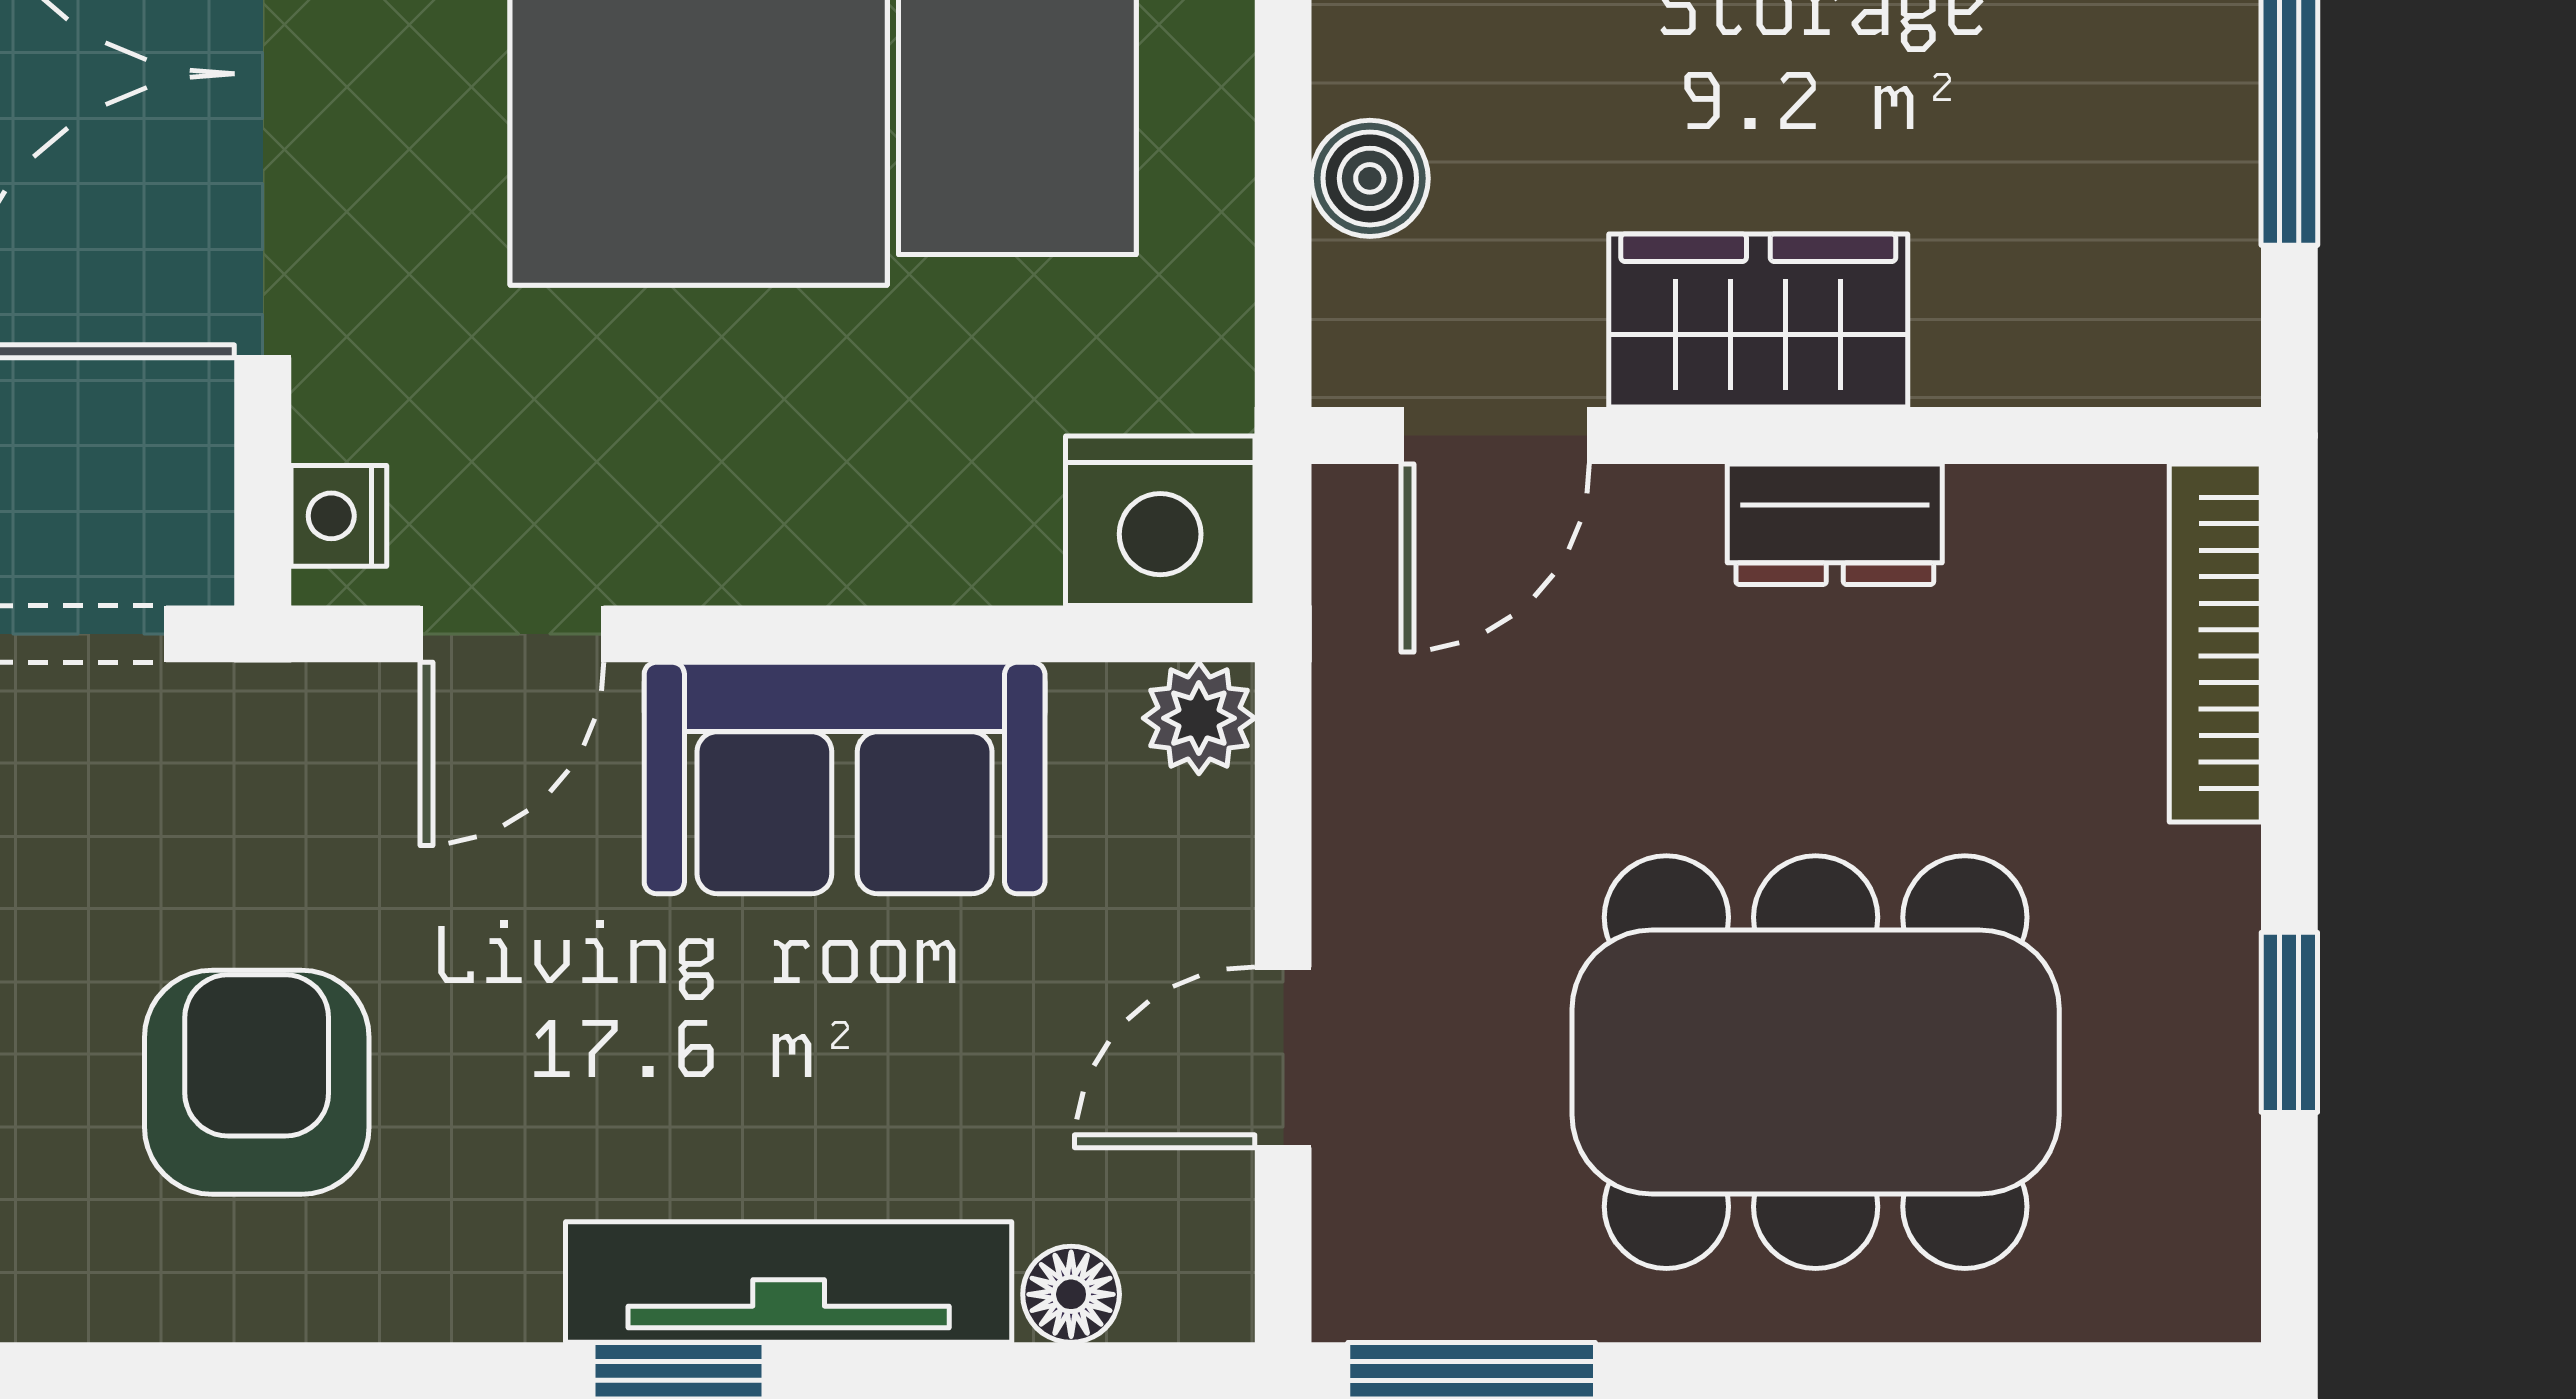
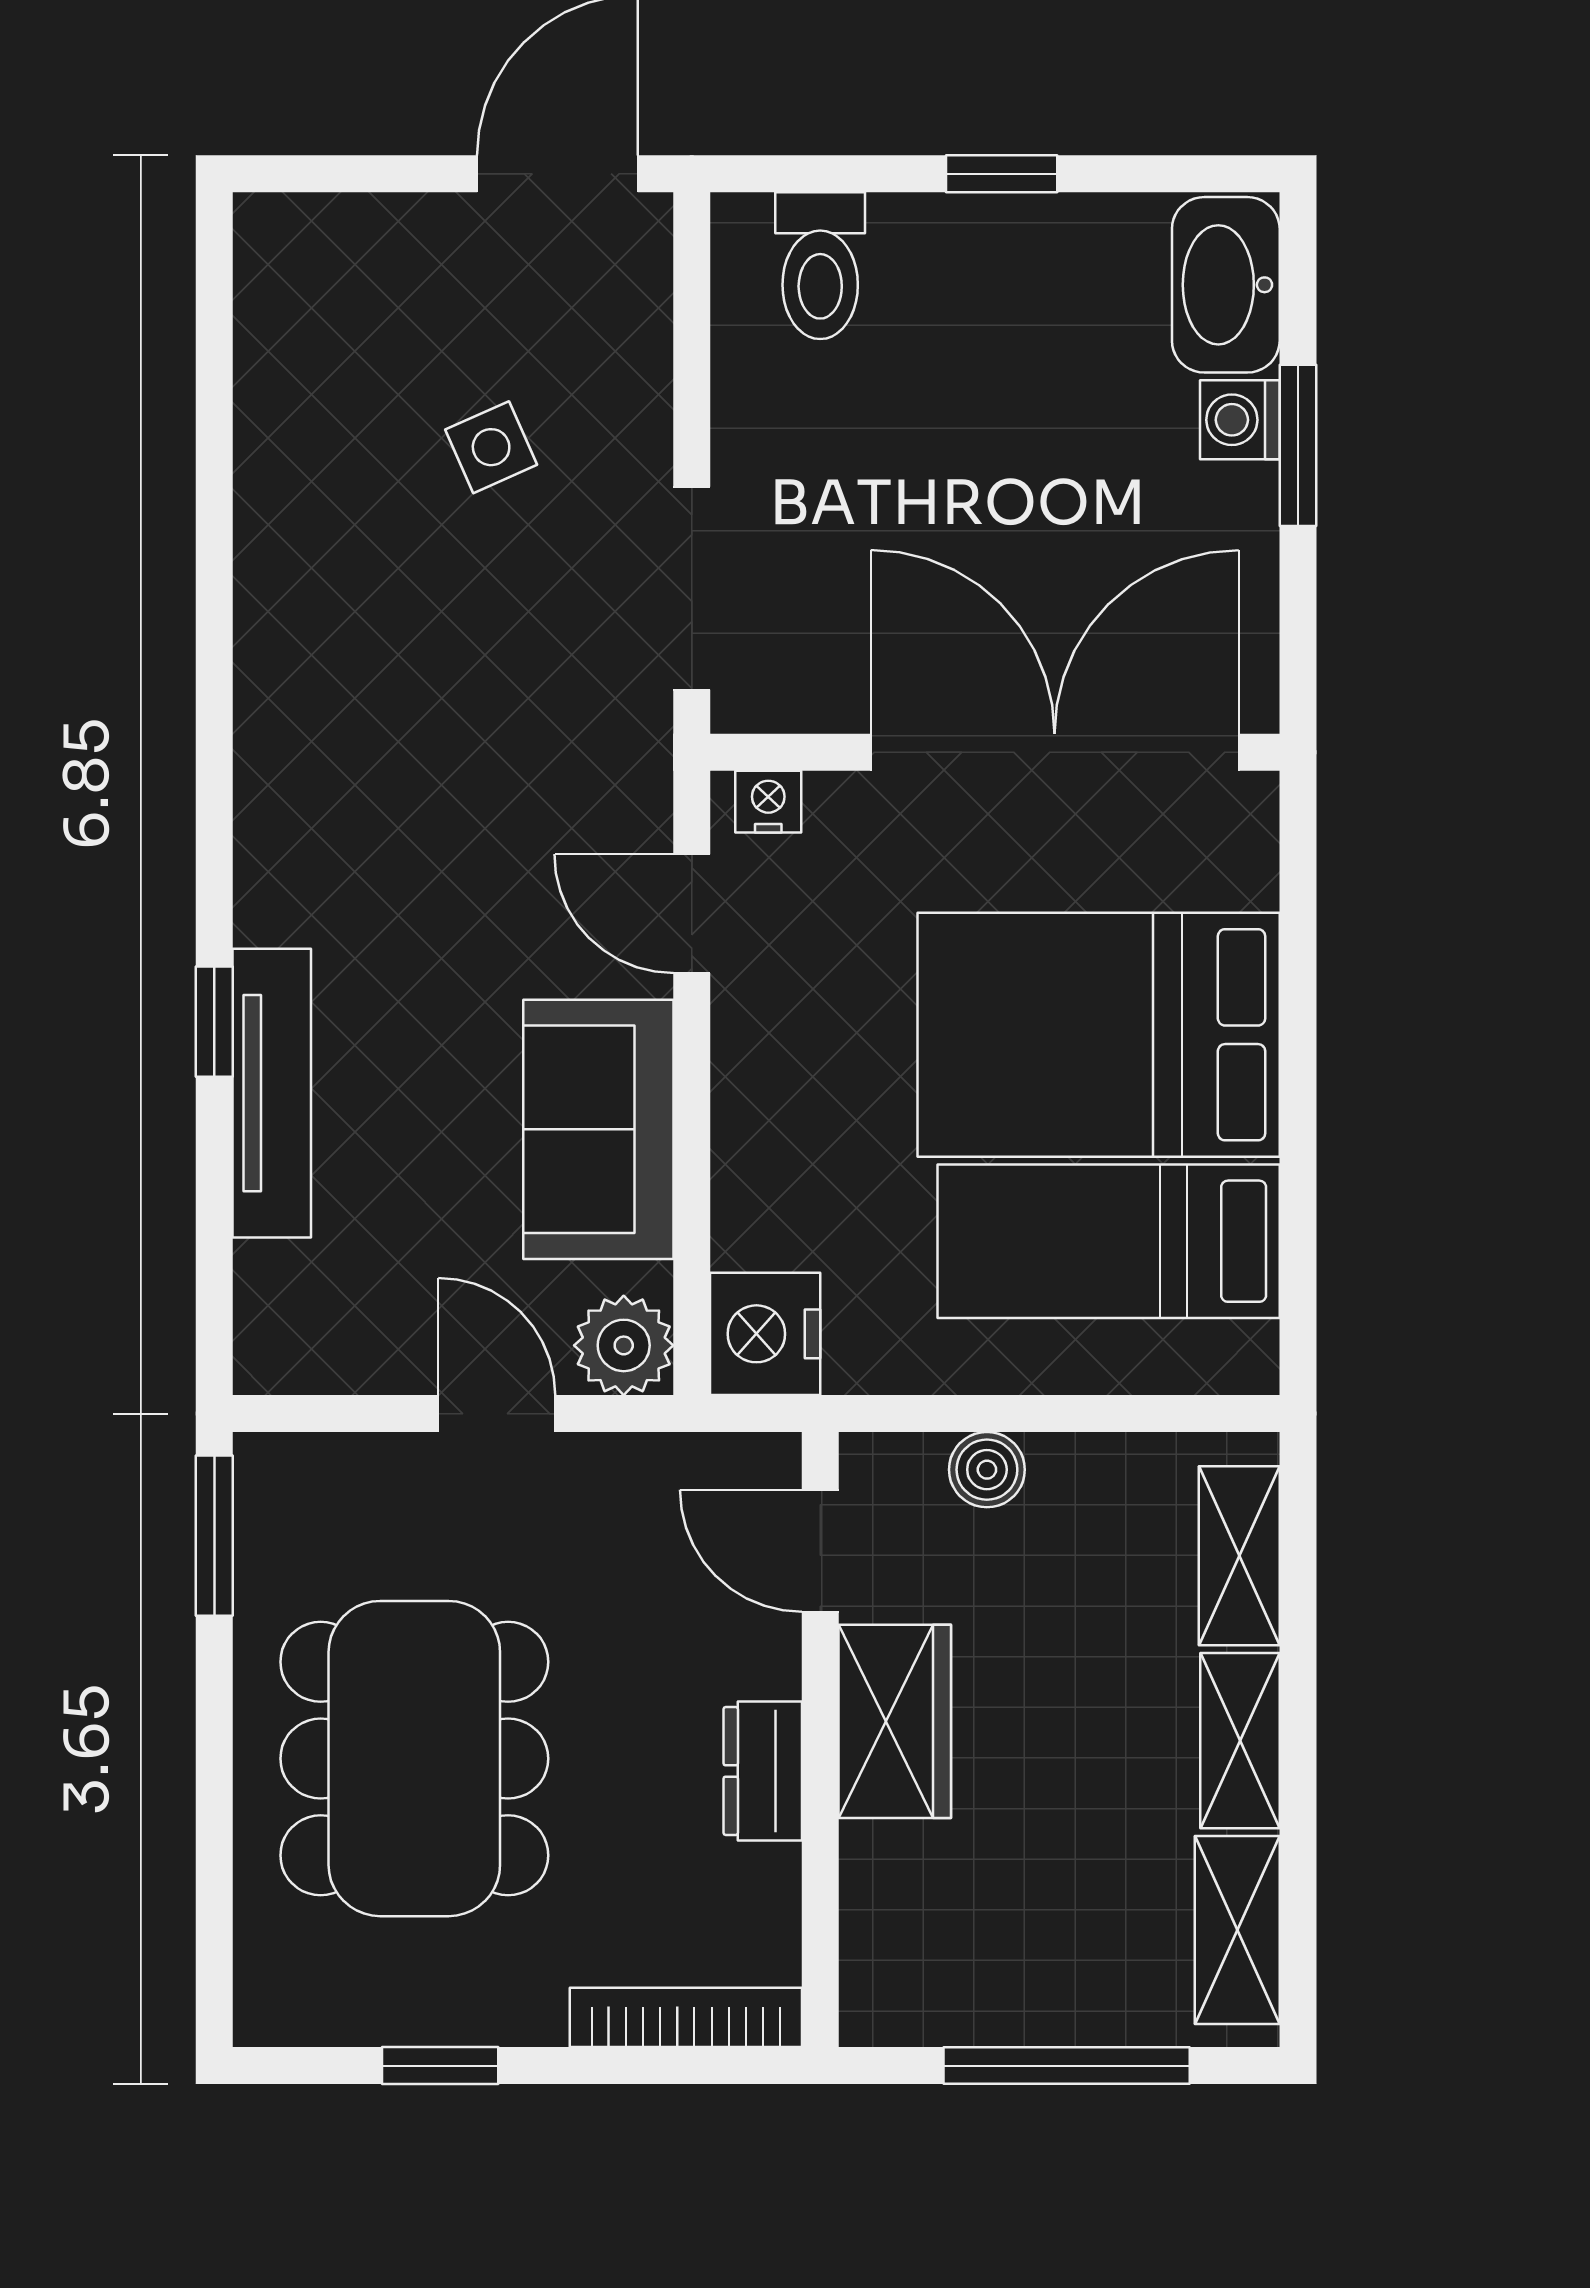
plant: (1199, 718) -> (624, 1345), width x1.38, depth x1.38
door: (1283, 1057) -> (497, 1414), moved
armchair: (257, 1082) -> (401, 748), removed
floor lamp: (1071, 1294) -> (264, 1276), removed

